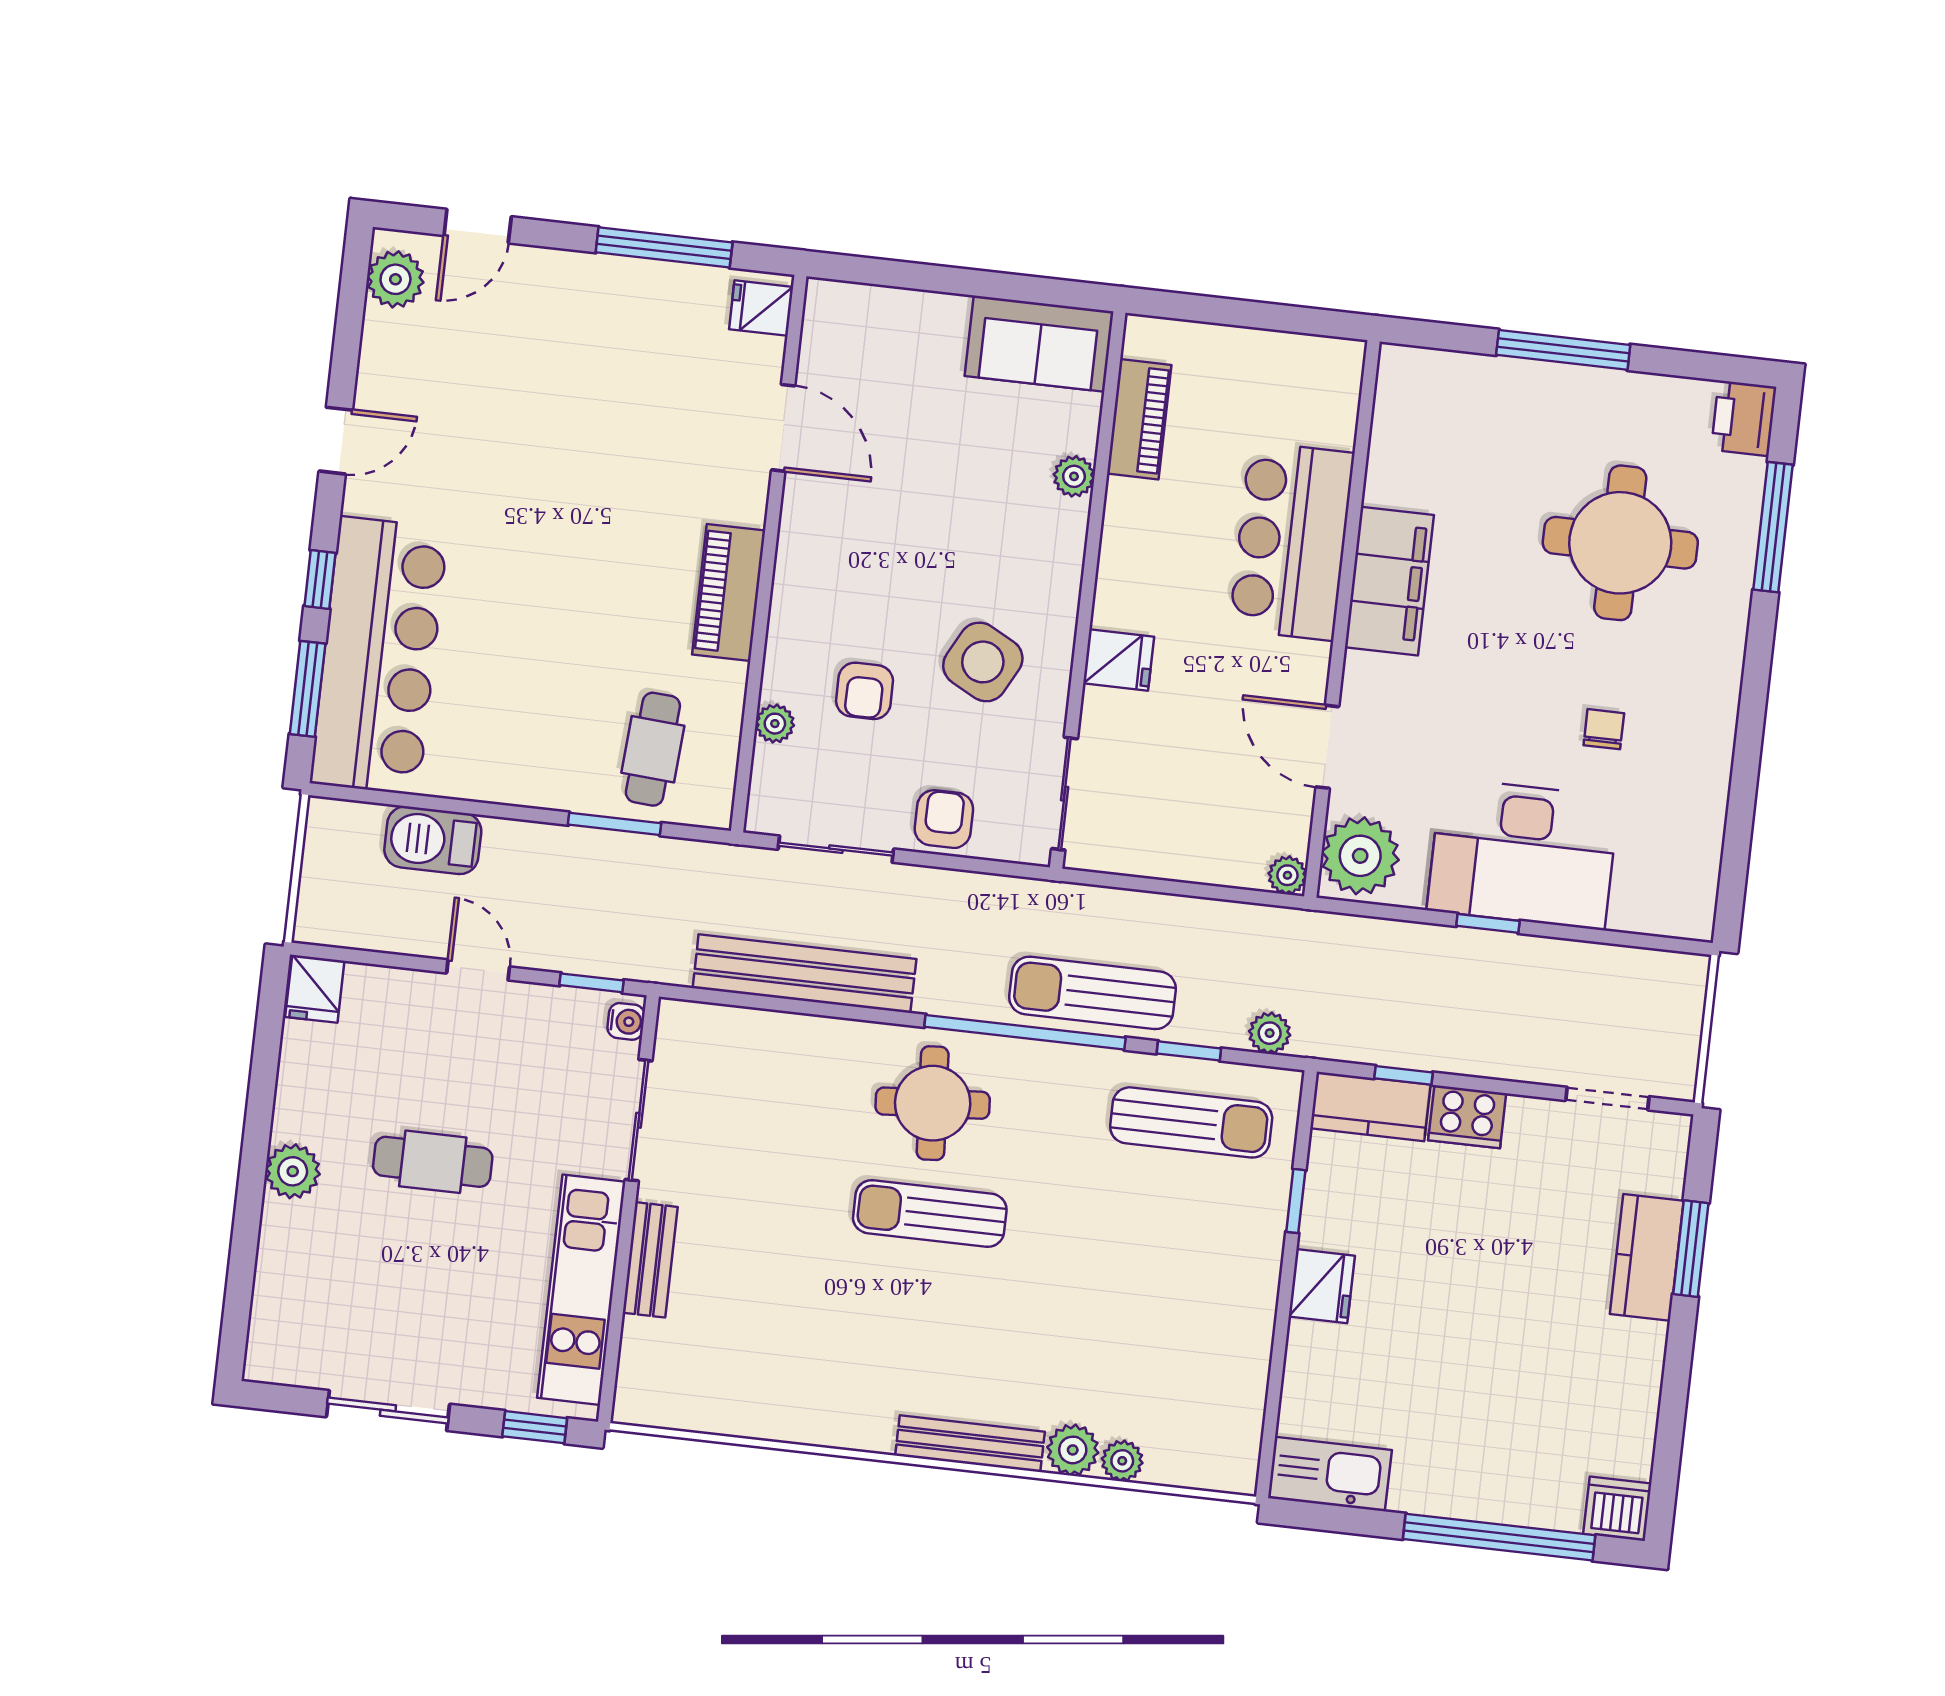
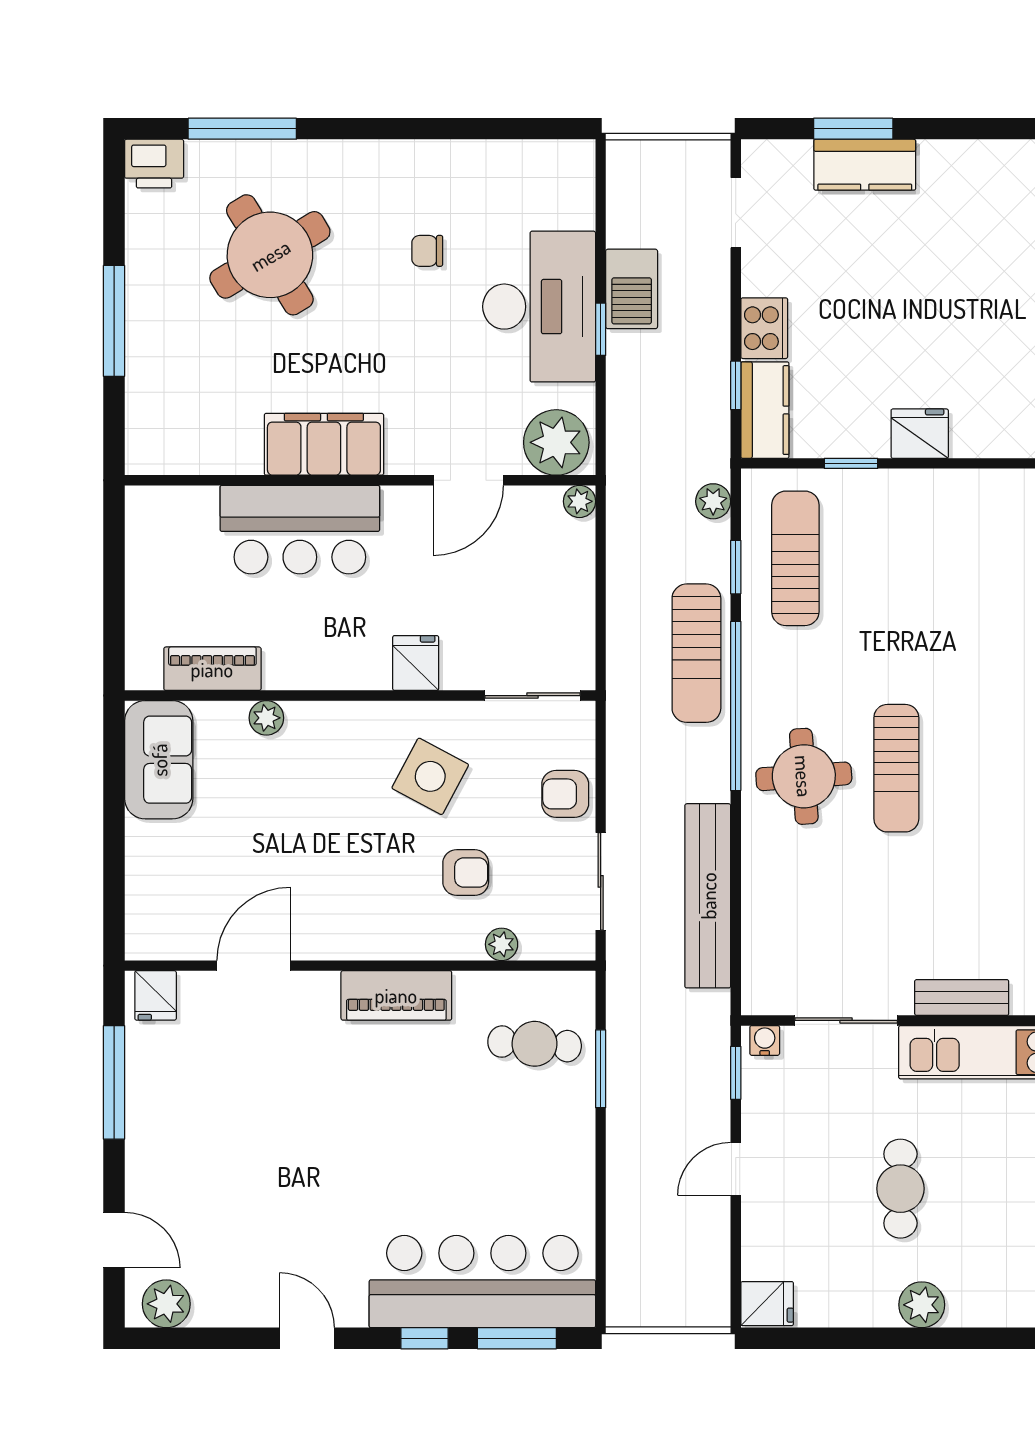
round table: (1620, 543) -> (270, 255), turned -31
barbecue: (433, 840) -> (632, 289), moved

